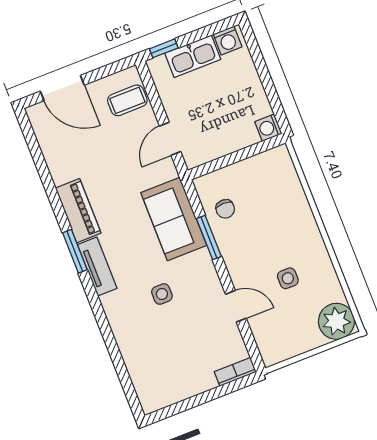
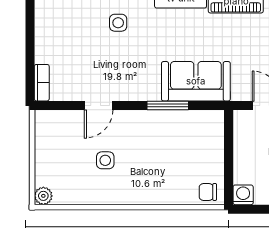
chair: (225, 209) -> (208, 192), moved
side table: (162, 294) -> (118, 23), moved
plant: (336, 321) -> (43, 196), width x0.53, depth x0.53

